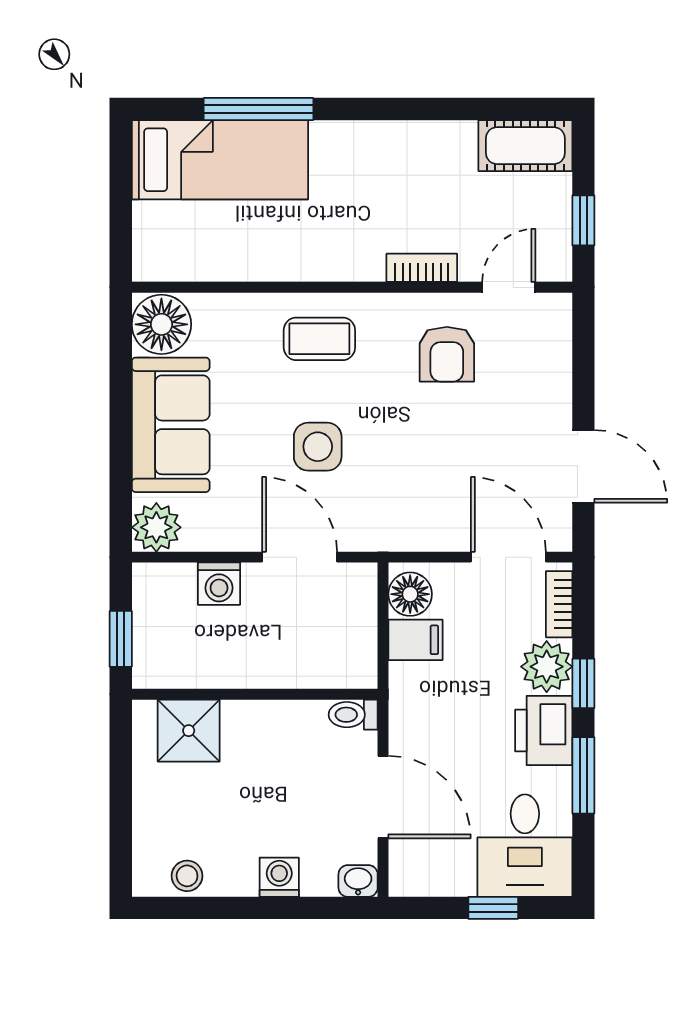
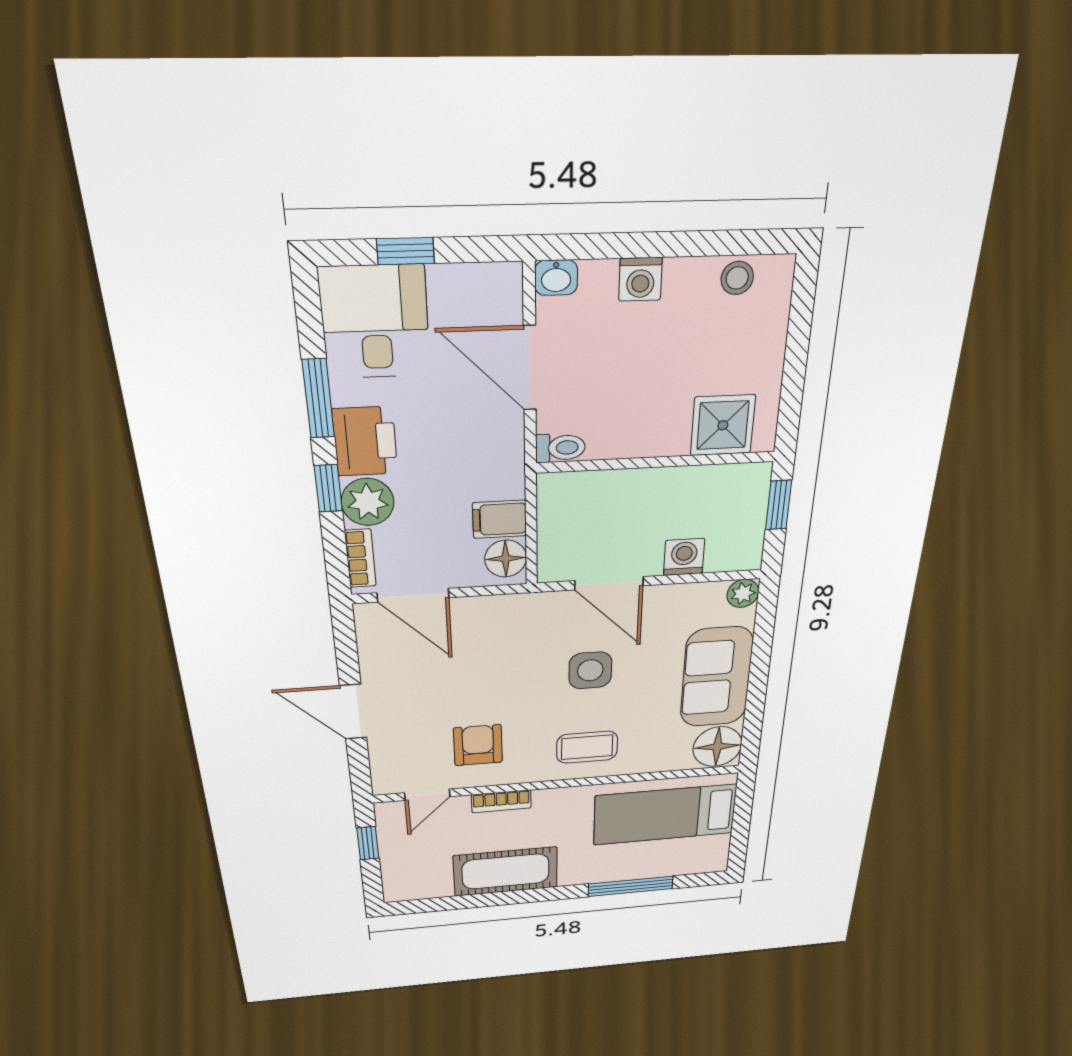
cot: (525, 146) -> (506, 872), moved, width x1.37, depth x1.34
bed: (220, 160) -> (665, 815), moved
door: (583, 466) -> (353, 712), moved
plant: (156, 527) -> (743, 593), width x0.73, depth x0.73

